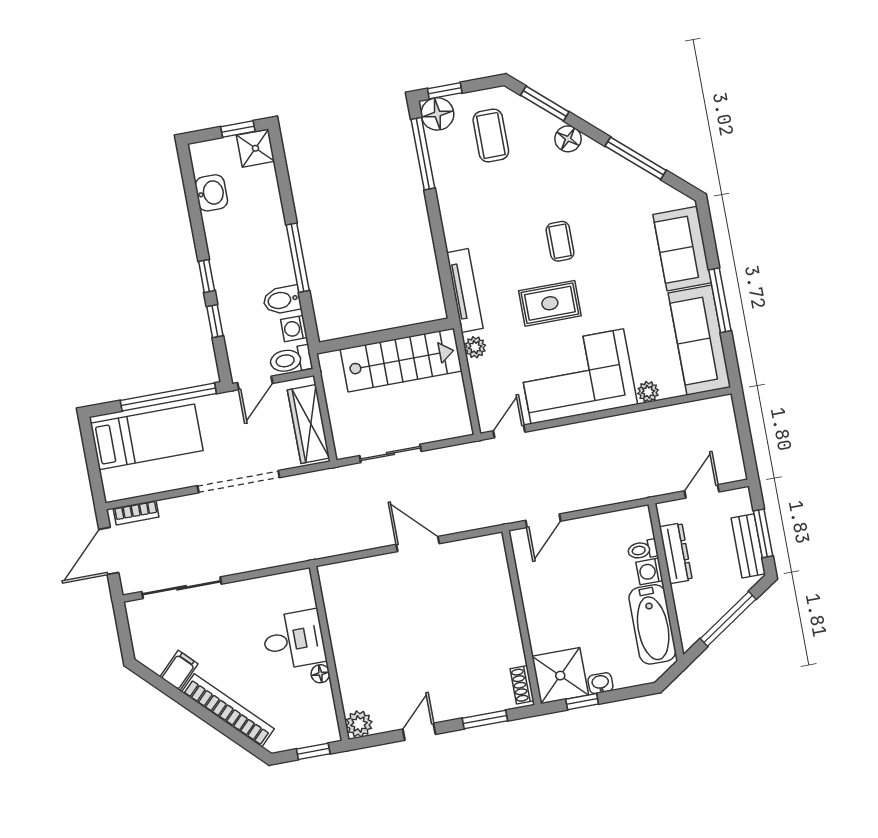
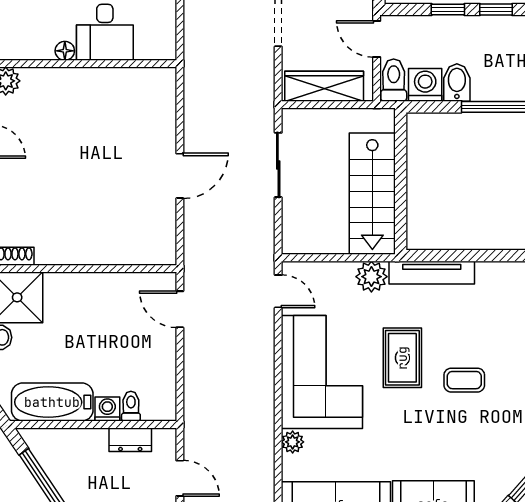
washing machine: (294, 329) -> (425, 85), width x1.38, depth x1.38
plant: (475, 347) -> (371, 277), width x1.38, depth x1.38
dresser: (676, 553) -> (130, 440), width x0.70

